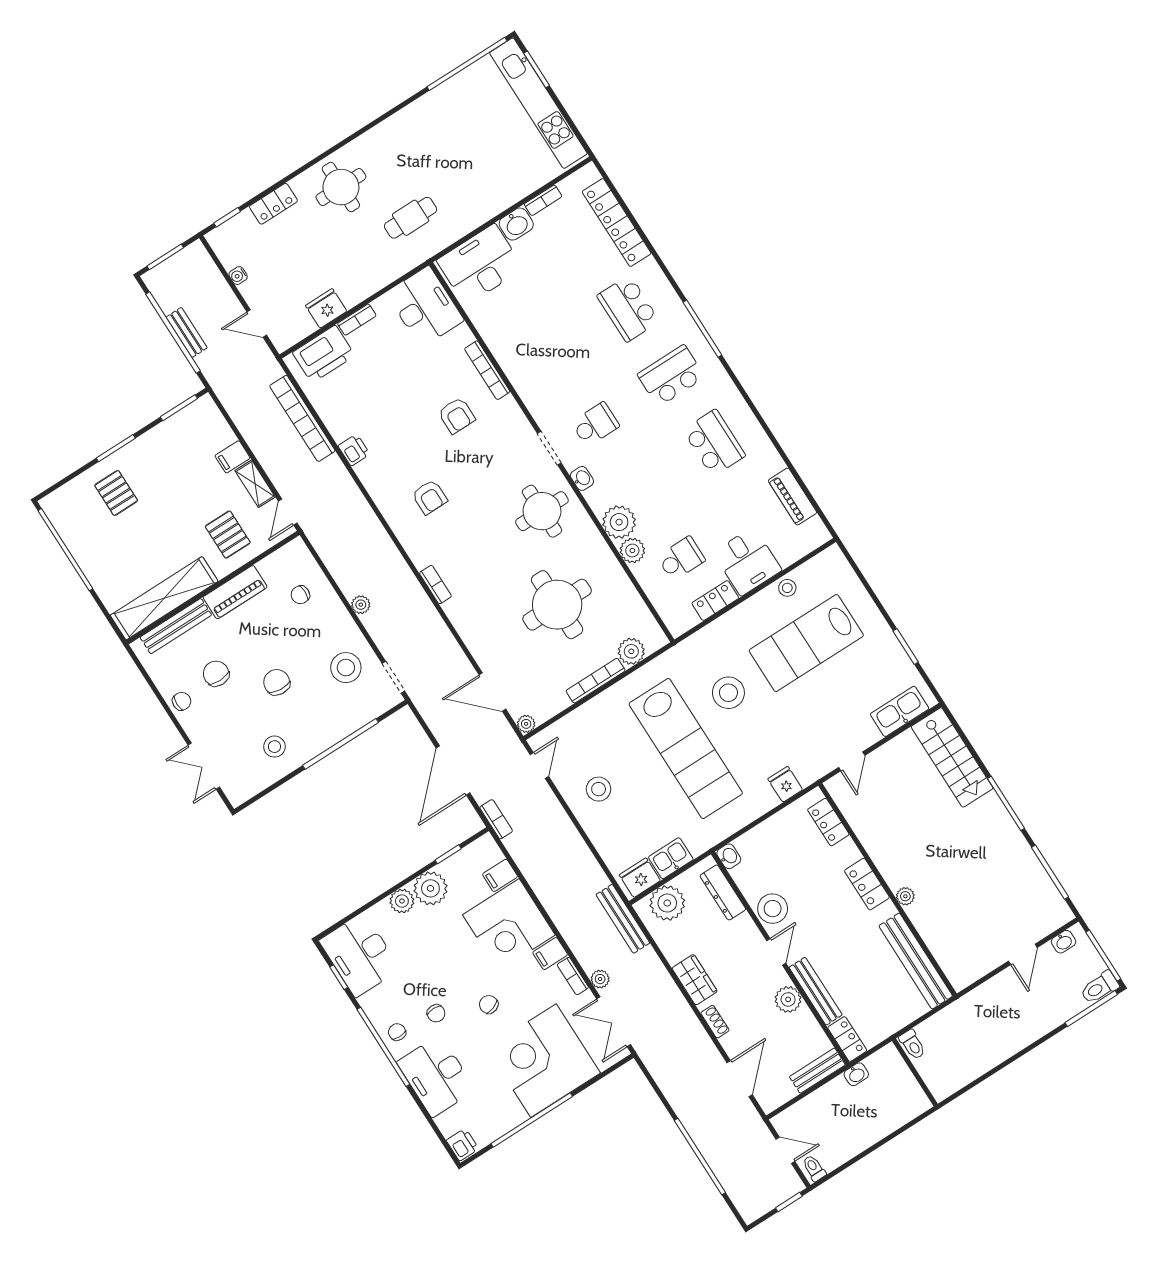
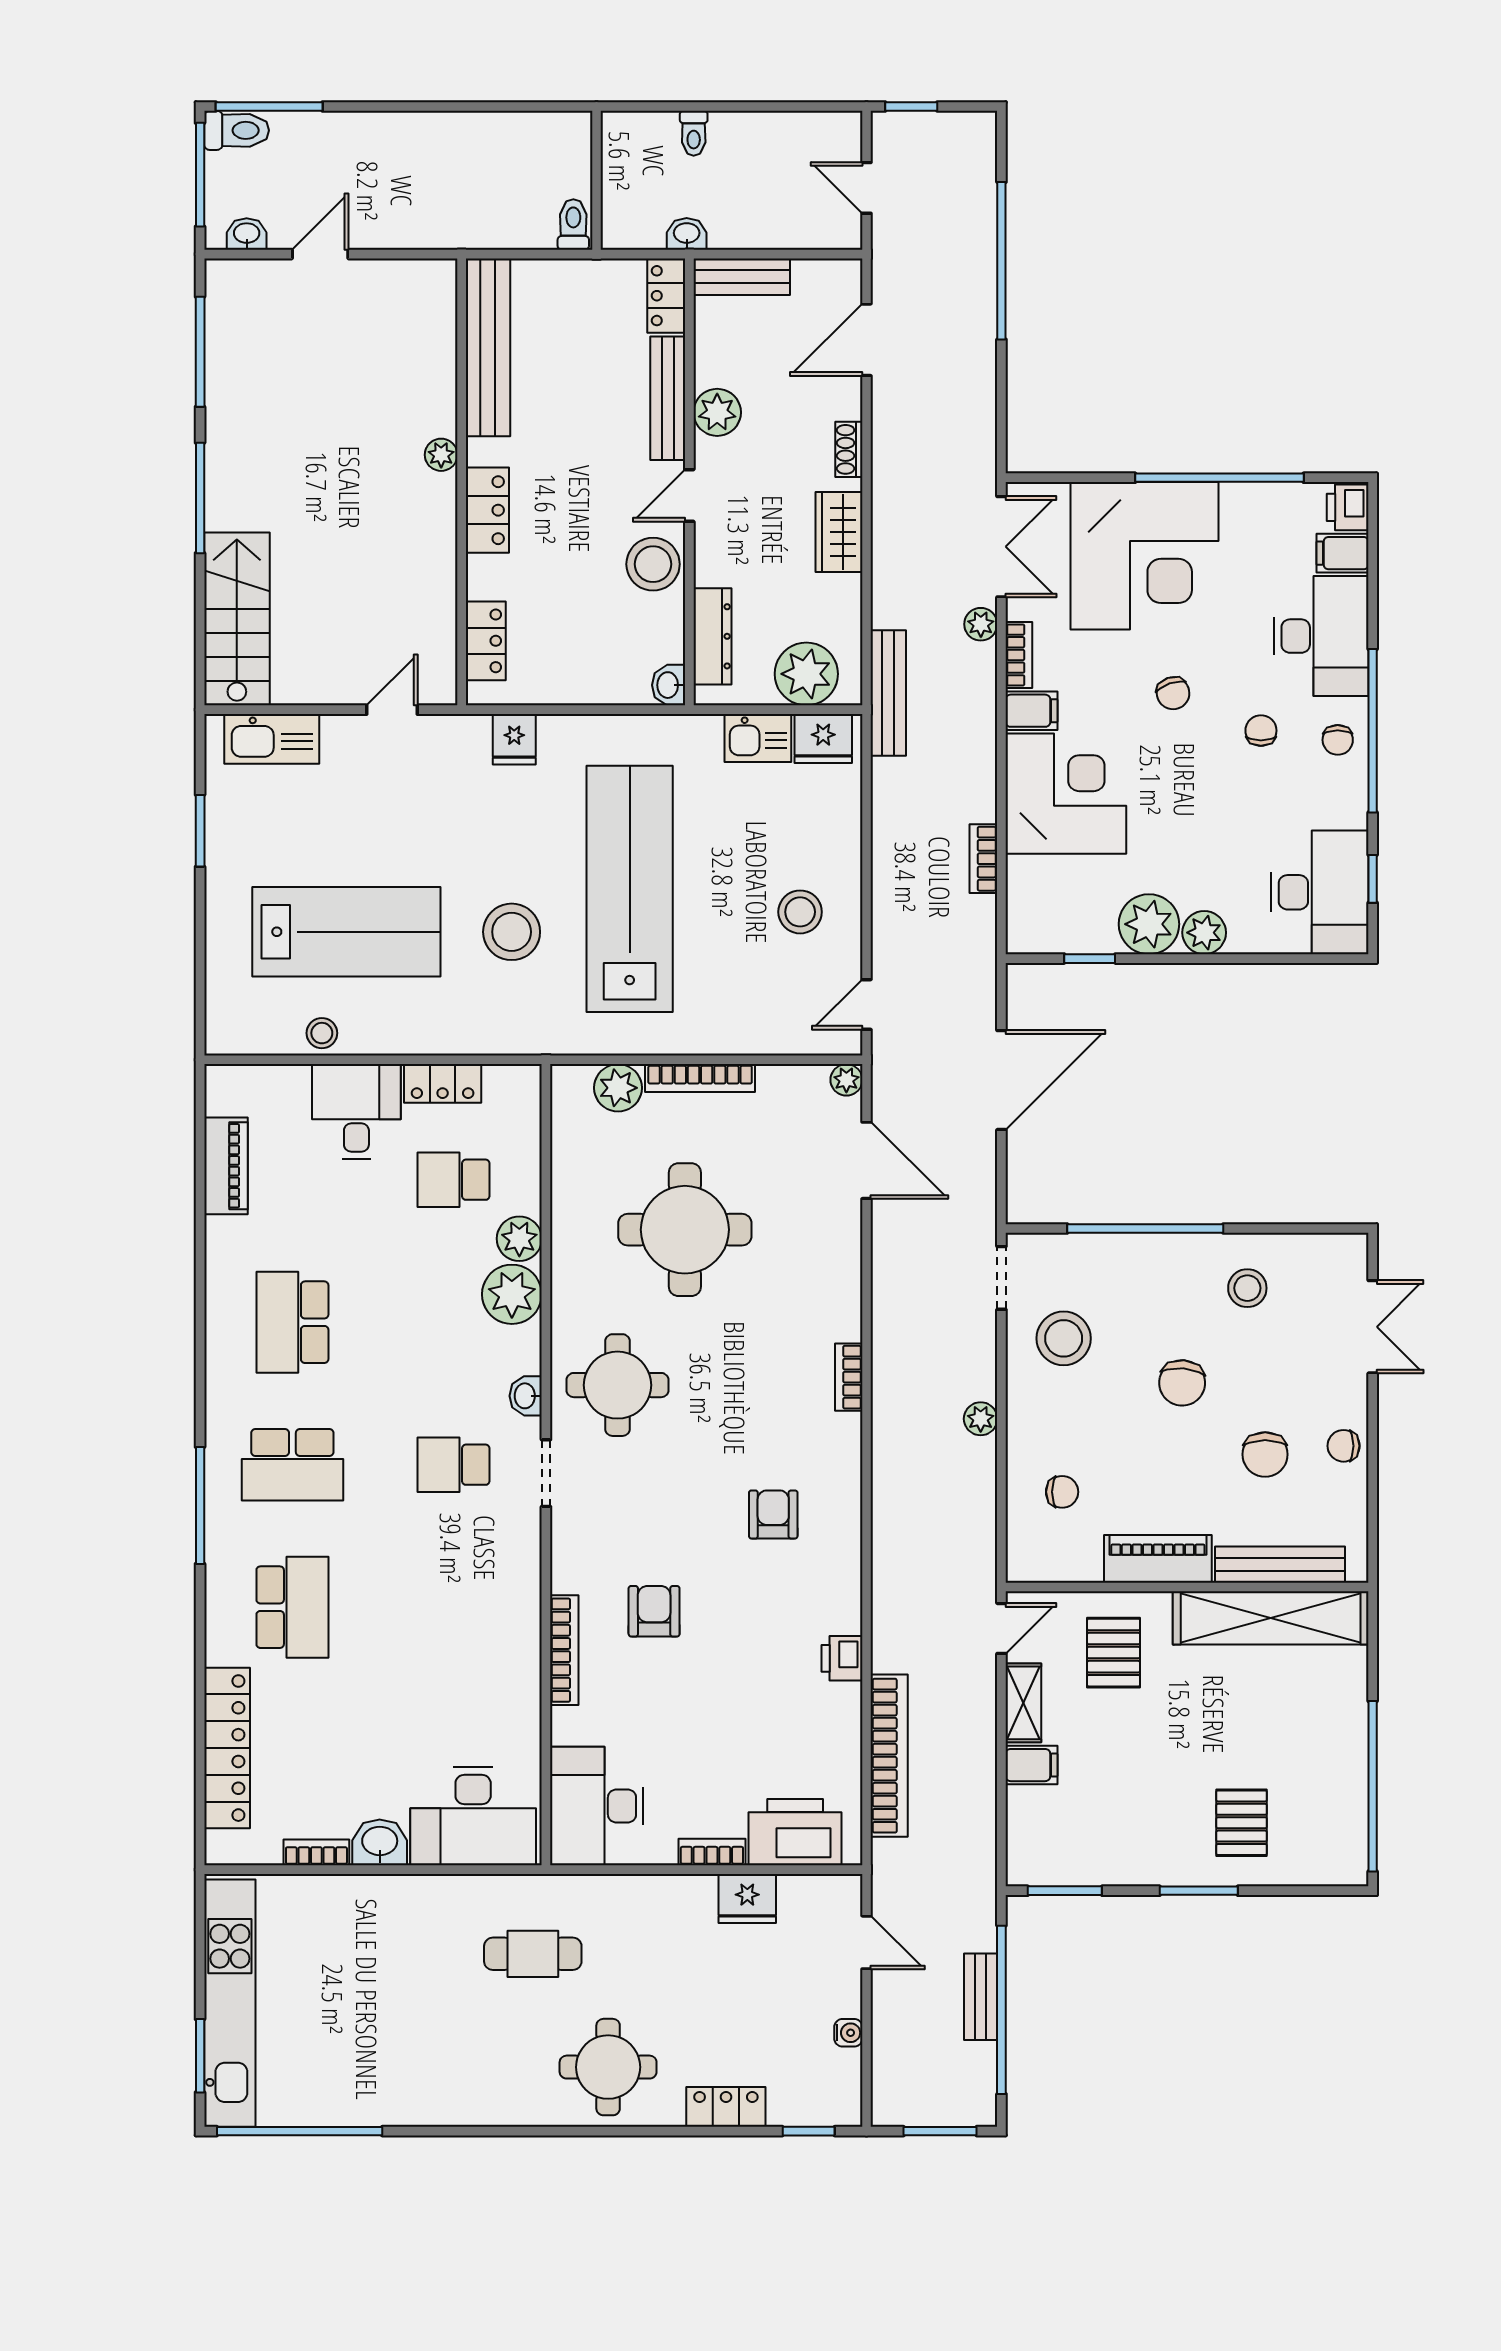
bookcase: (496, 819) -> (983, 859), moved
filing cabinet: (500, 875) -> (1342, 553), moved, turned 180
toilet: (814, 1168) -> (694, 133), moved

